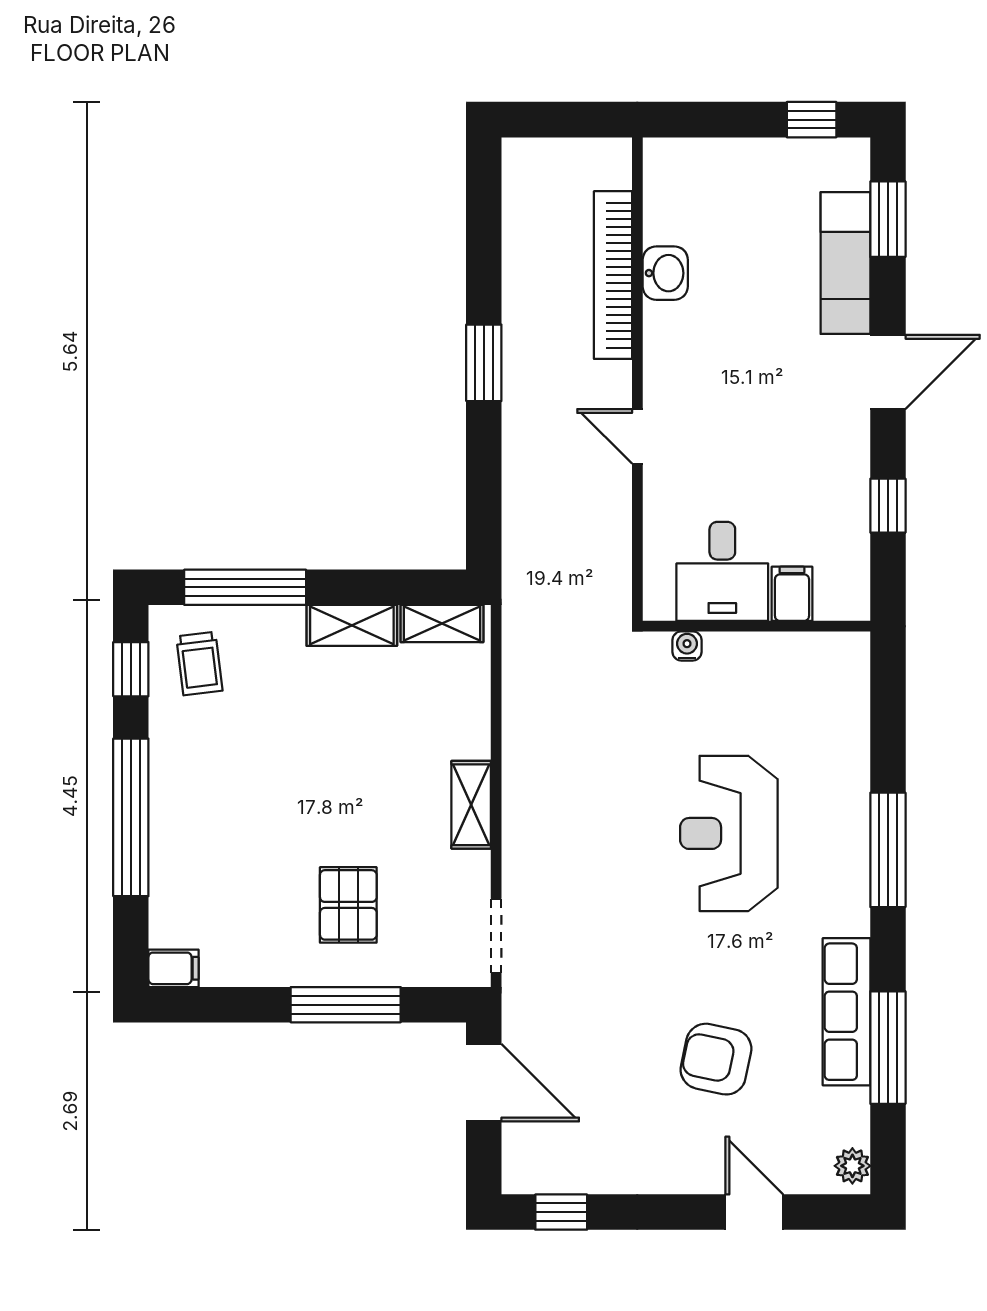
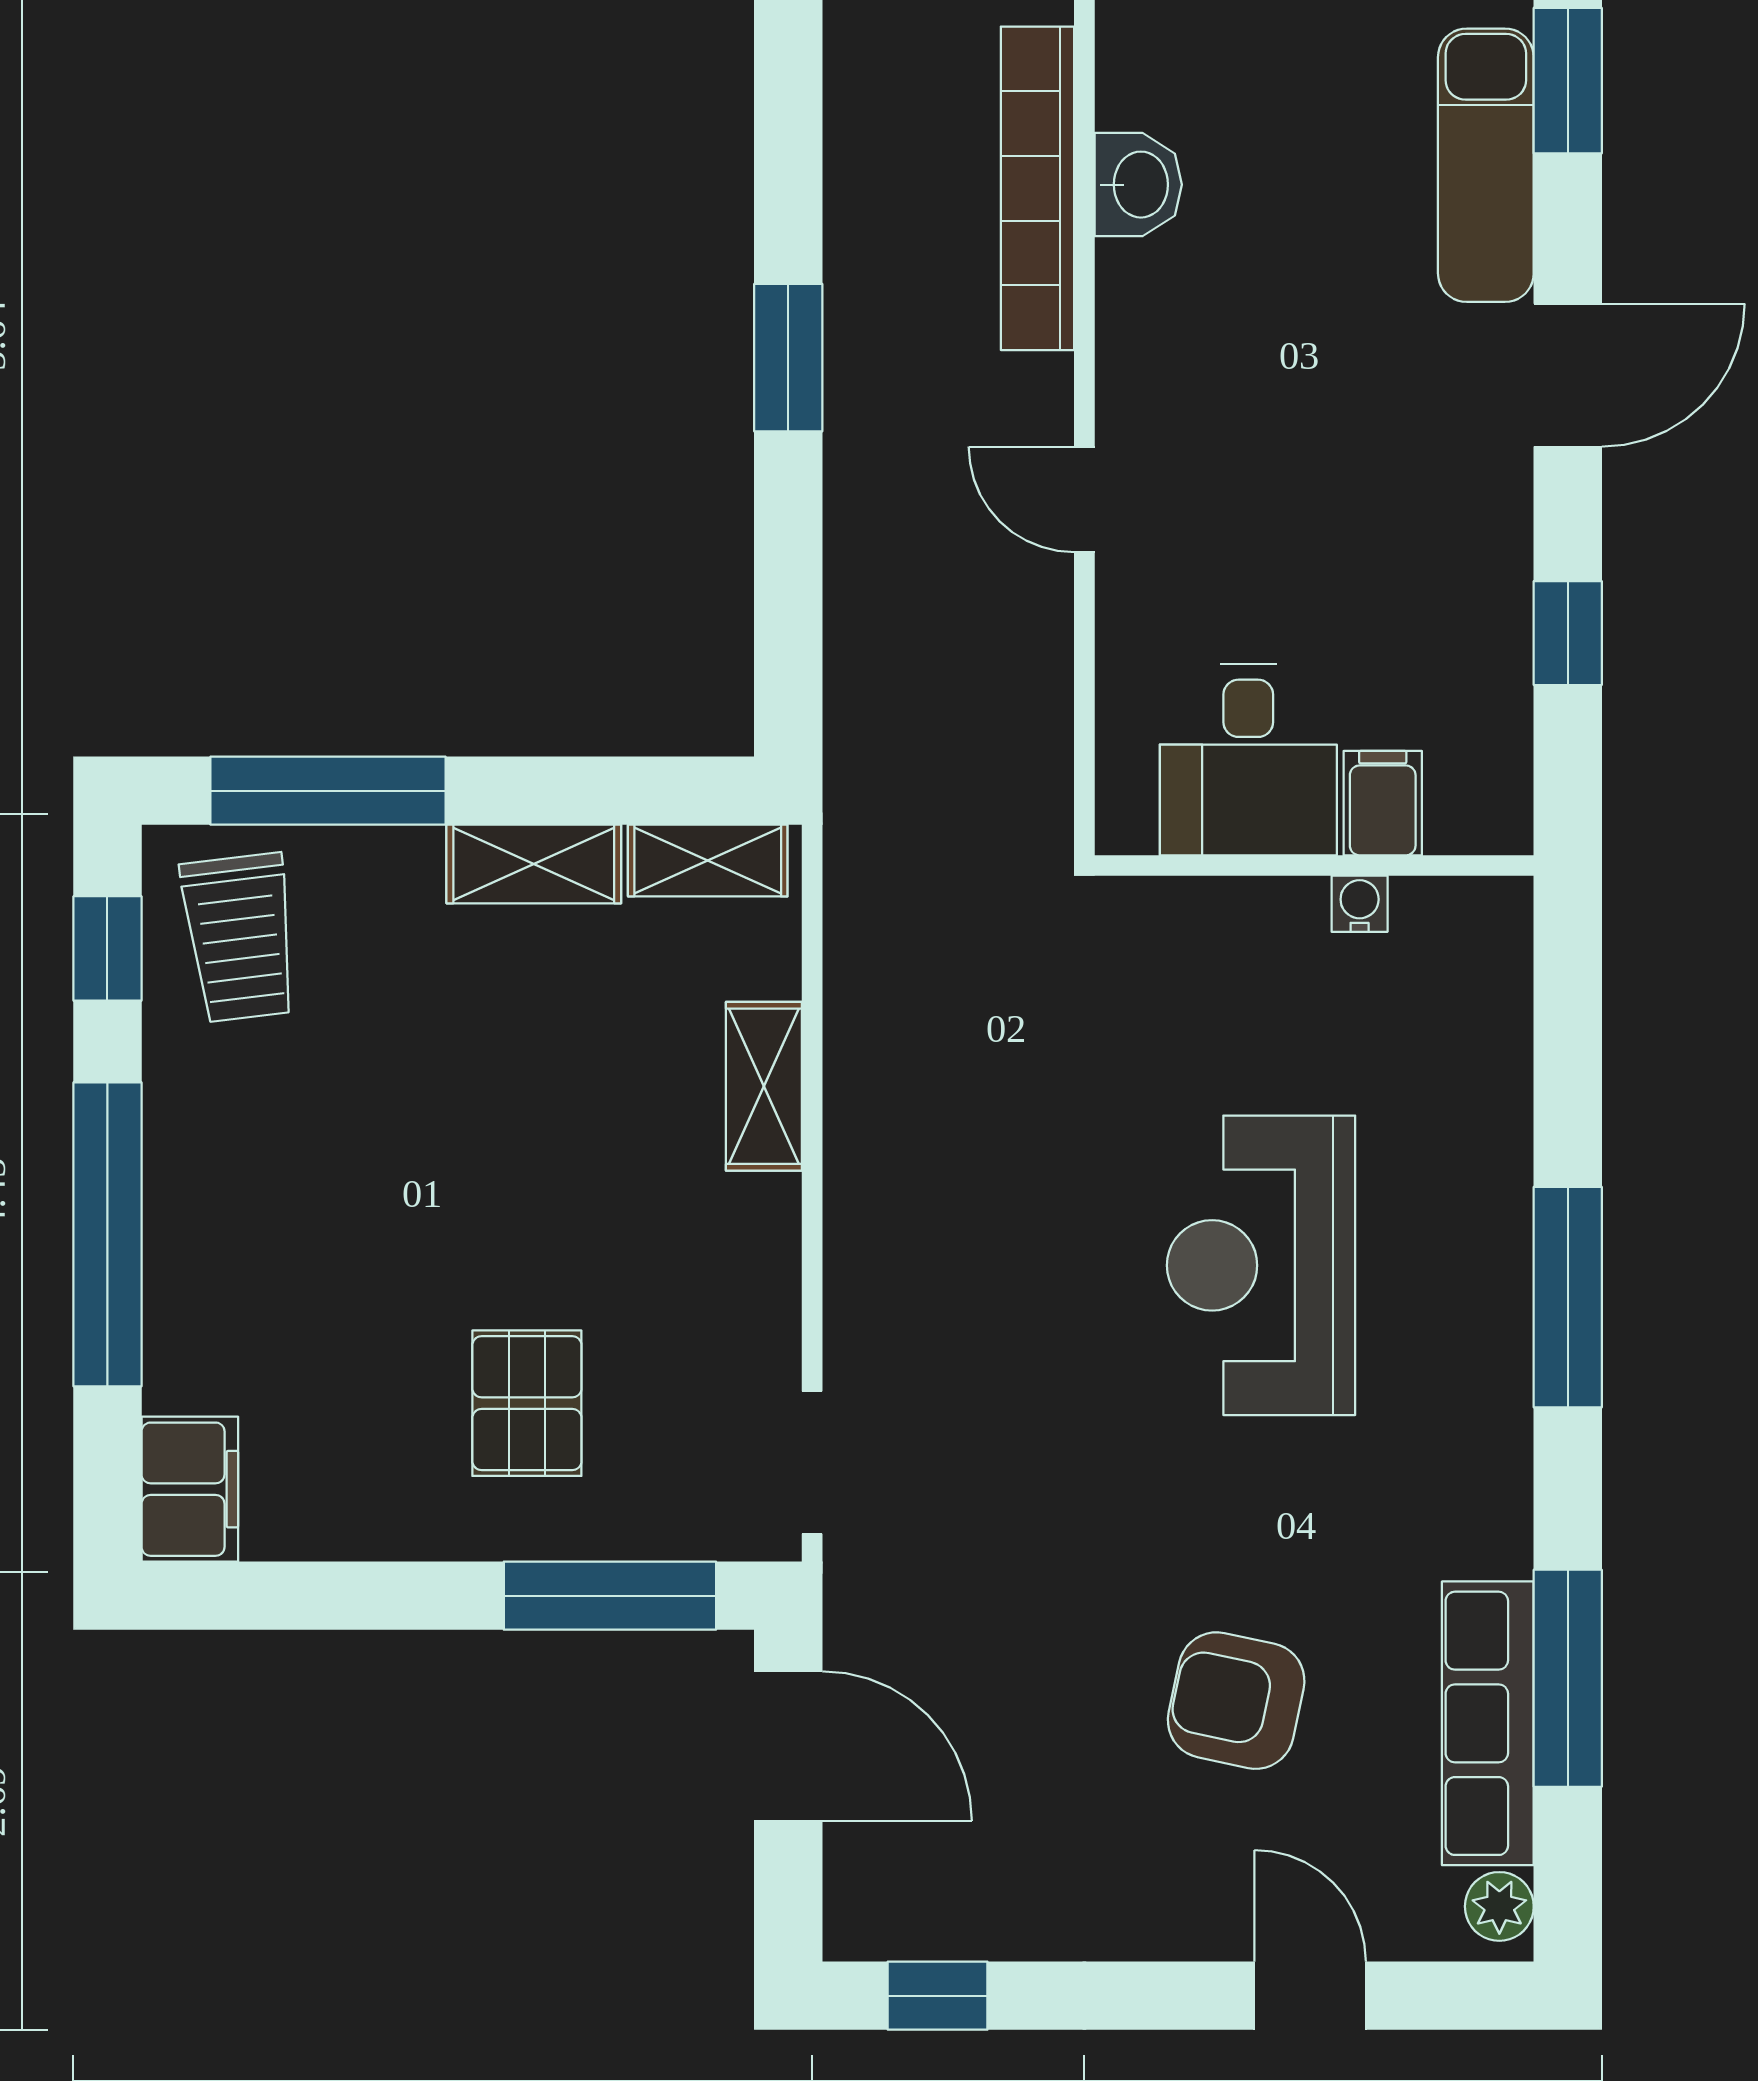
water cooler: (687, 646) -> (1360, 904), moved
trolley: (199, 664) -> (240, 938), width x1.36, depth x1.39
shelving: (471, 805) -> (764, 1086), moved
filing cabinet: (173, 968) -> (190, 1489), width x2.00
window: (346, 1005) -> (610, 1596), moved
row of seats: (846, 1012) -> (1488, 1723), moved

